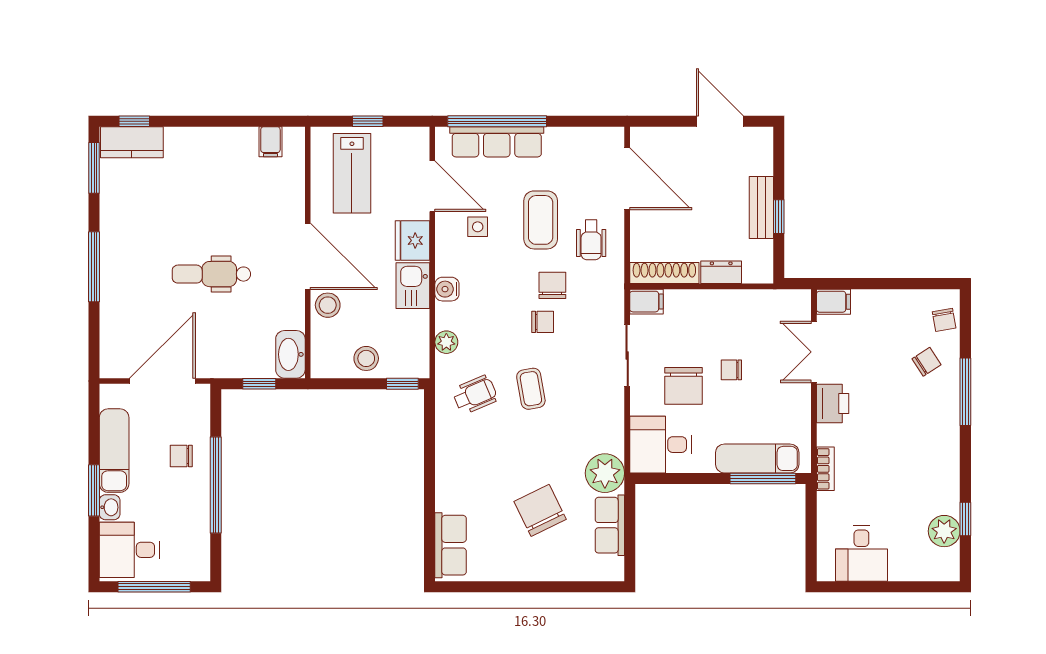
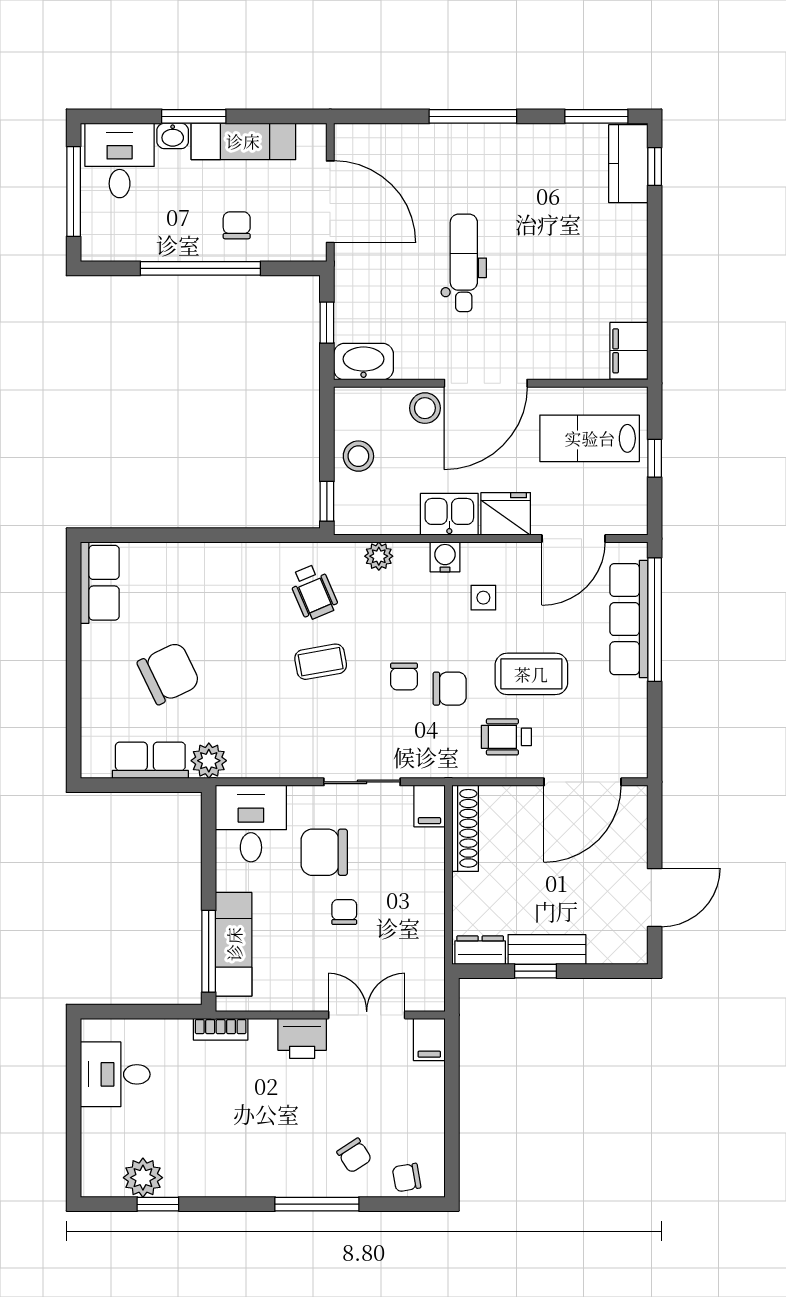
filing cabinet: (270, 142) -> (629, 351), width x2.00
side table: (478, 227) -> (483, 598), moved
dresser: (721, 272) -> (480, 950), moved, turned -90
plant: (605, 473) -> (209, 761), width x0.73, depth x0.73
row of seats: (451, 545) -> (100, 583), moved, turned -90

